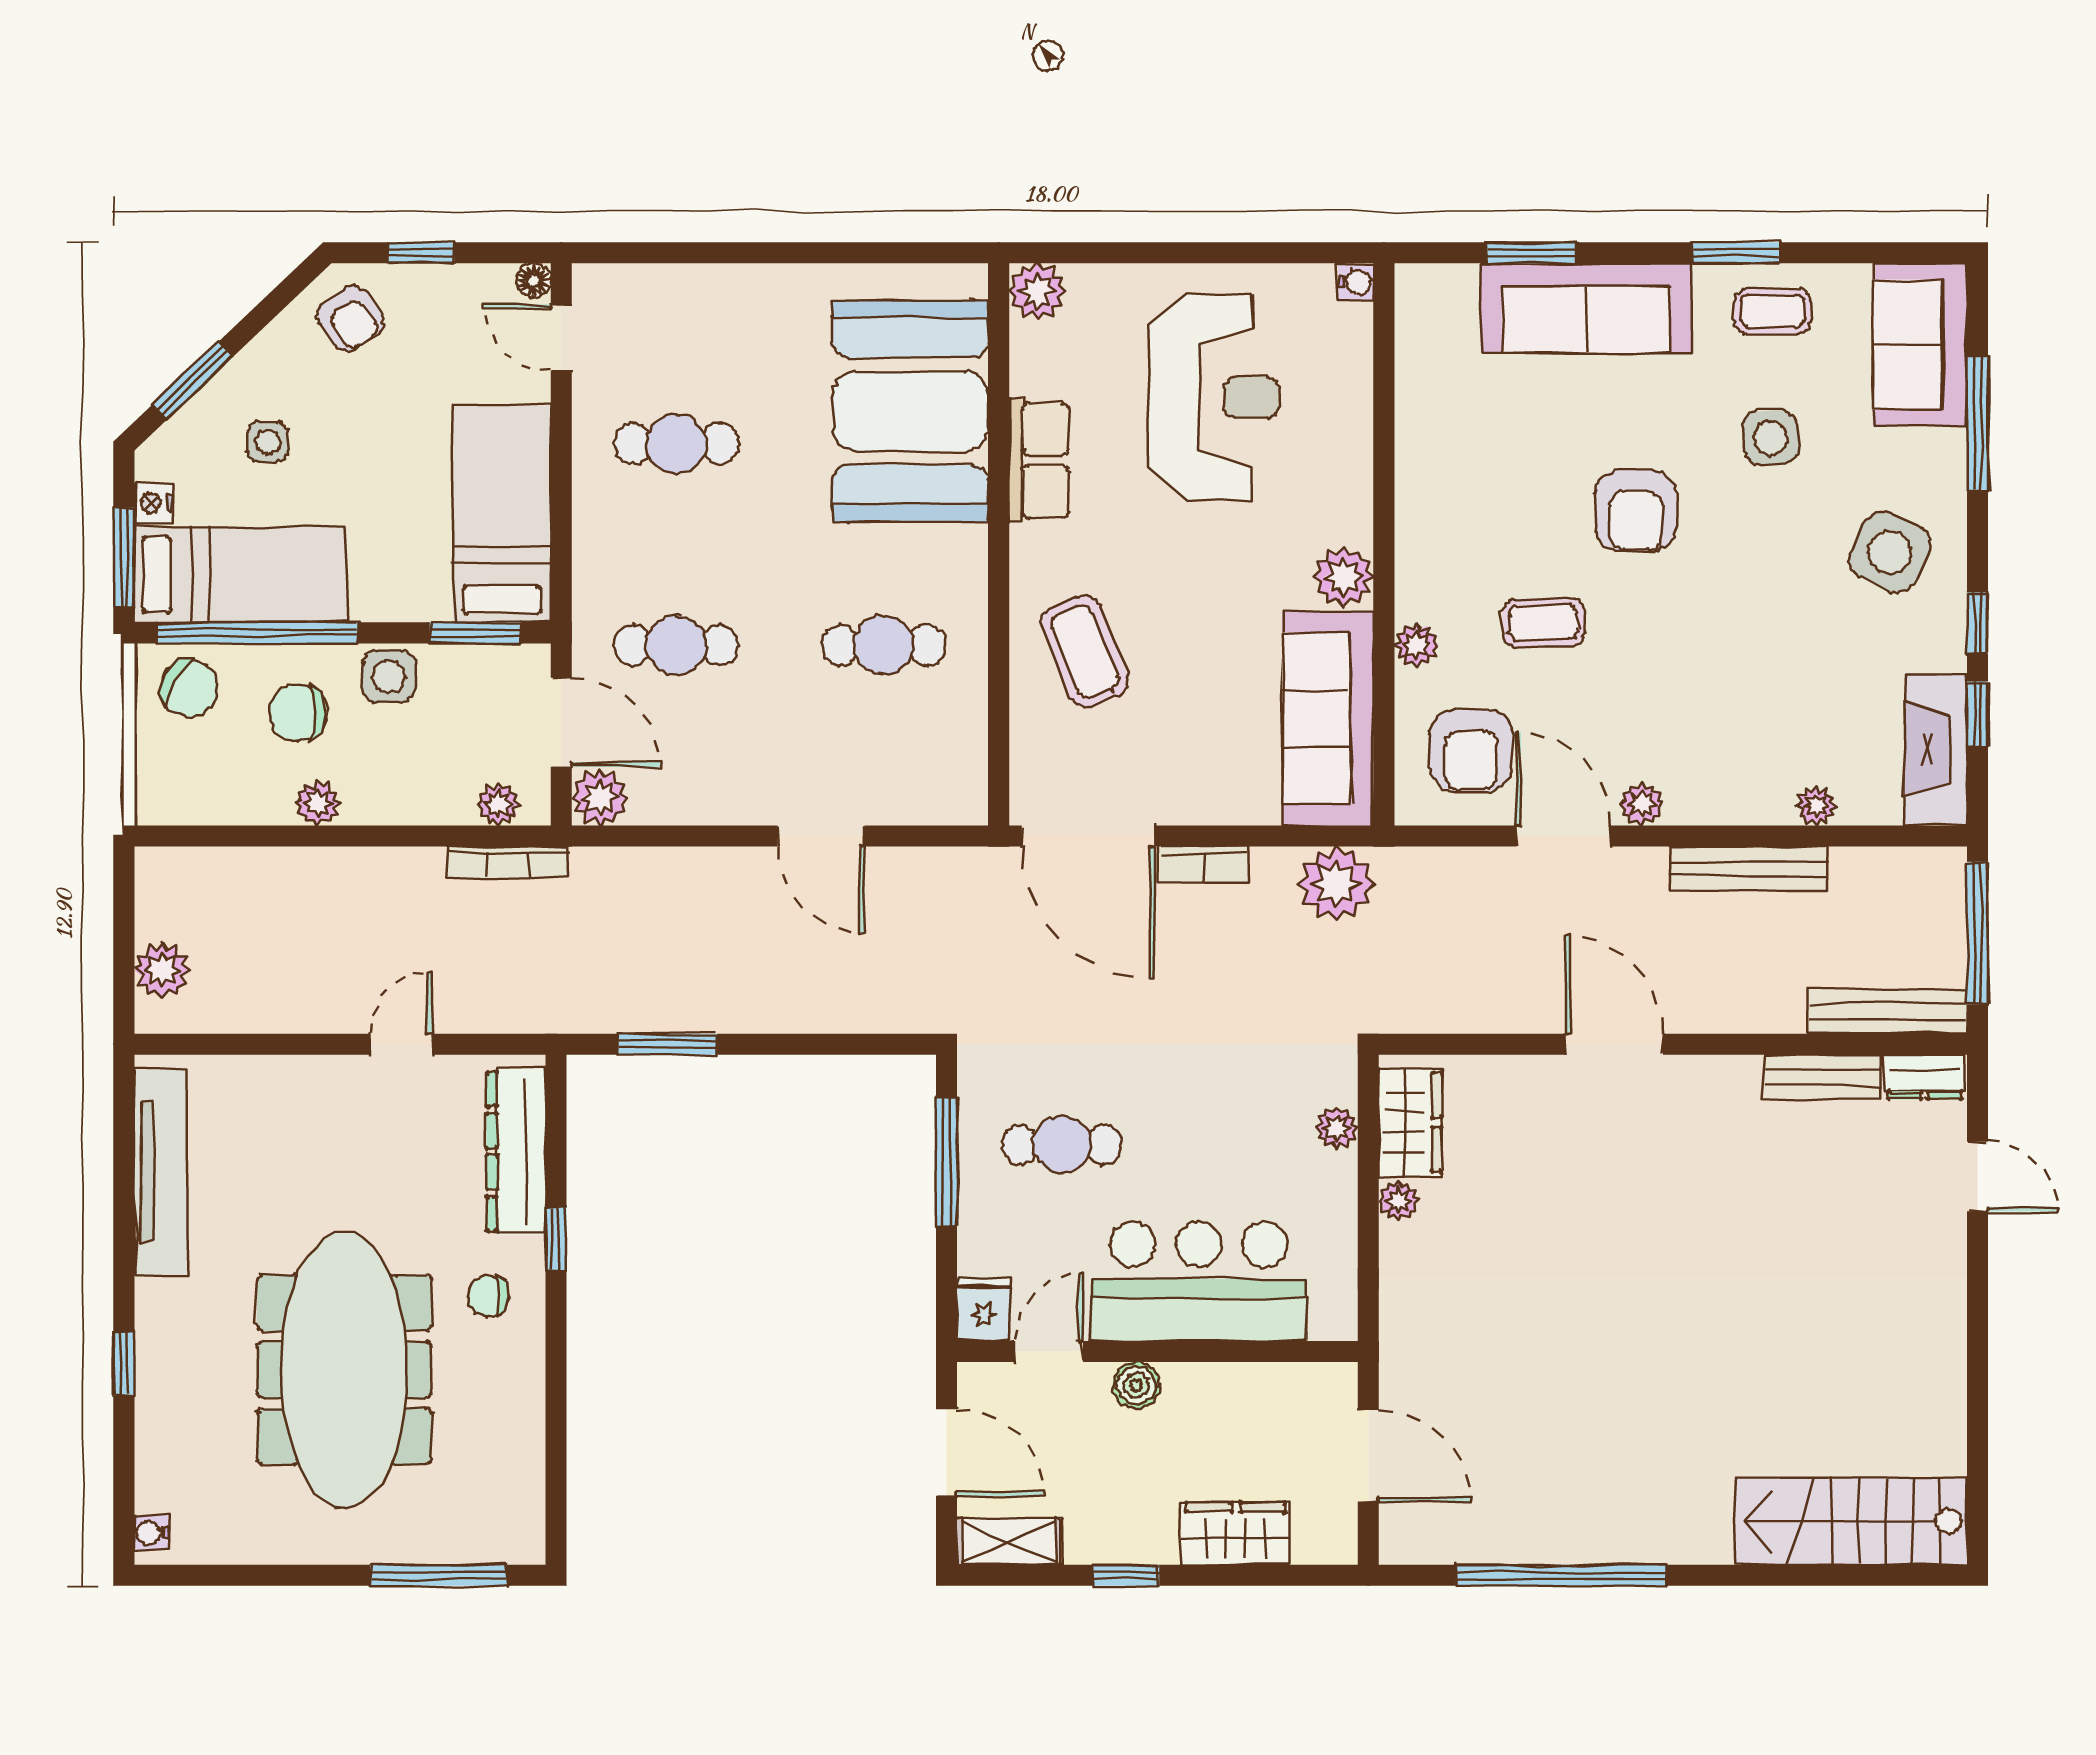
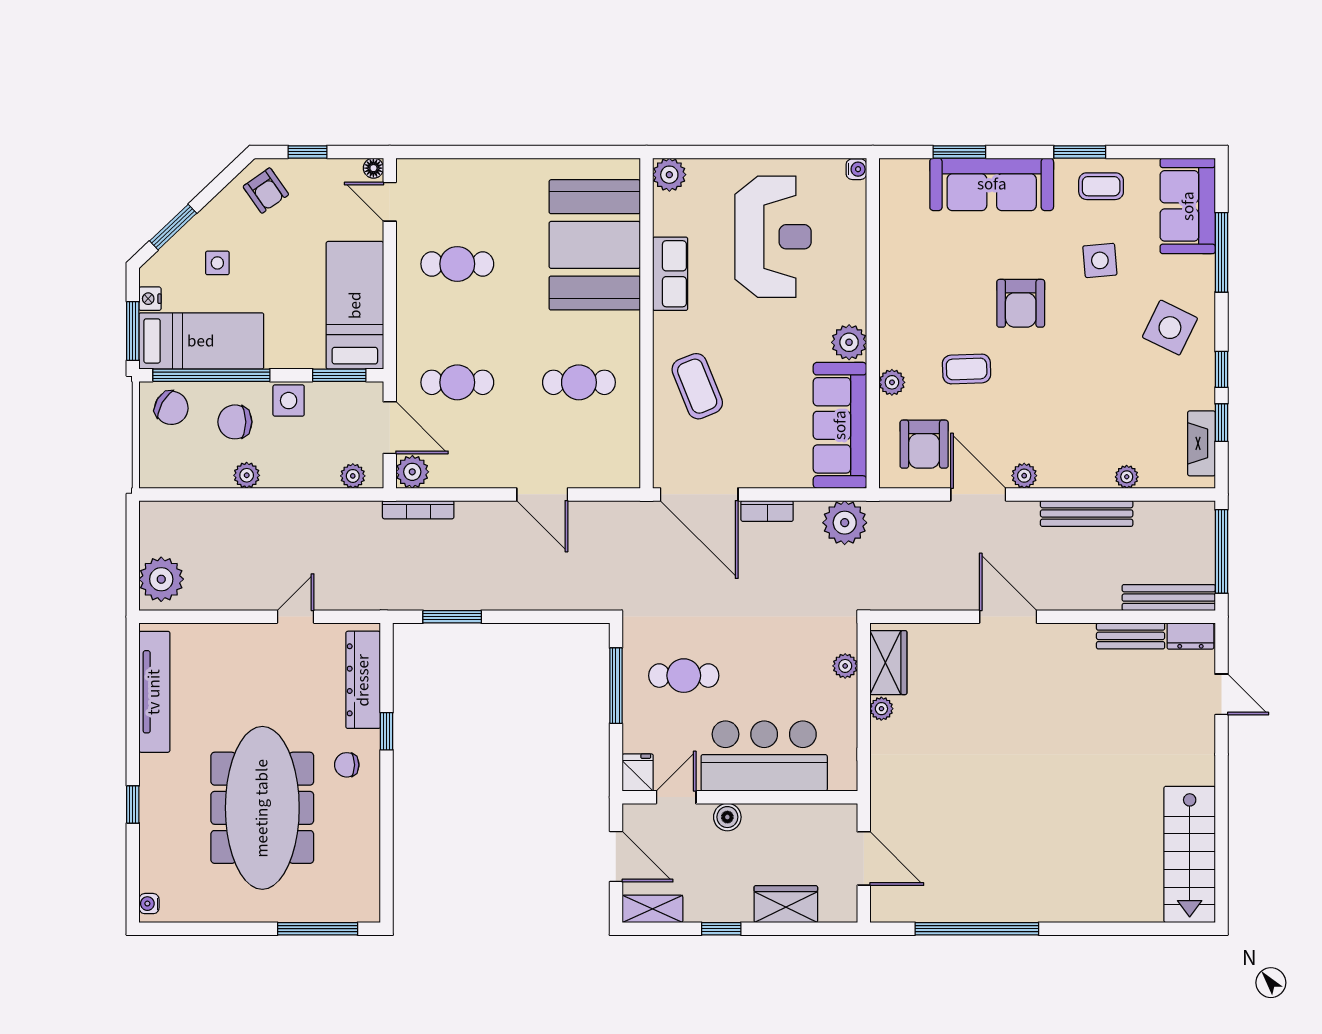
fireplace: (1936, 749) -> (1201, 443), width x0.73, depth x0.76
bookcase: (508, 862) -> (418, 510), moved
plant: (162, 970) -> (161, 579), width x1.36, depth x1.36
stairs: (1851, 1521) -> (1190, 854), moved, turned -90

